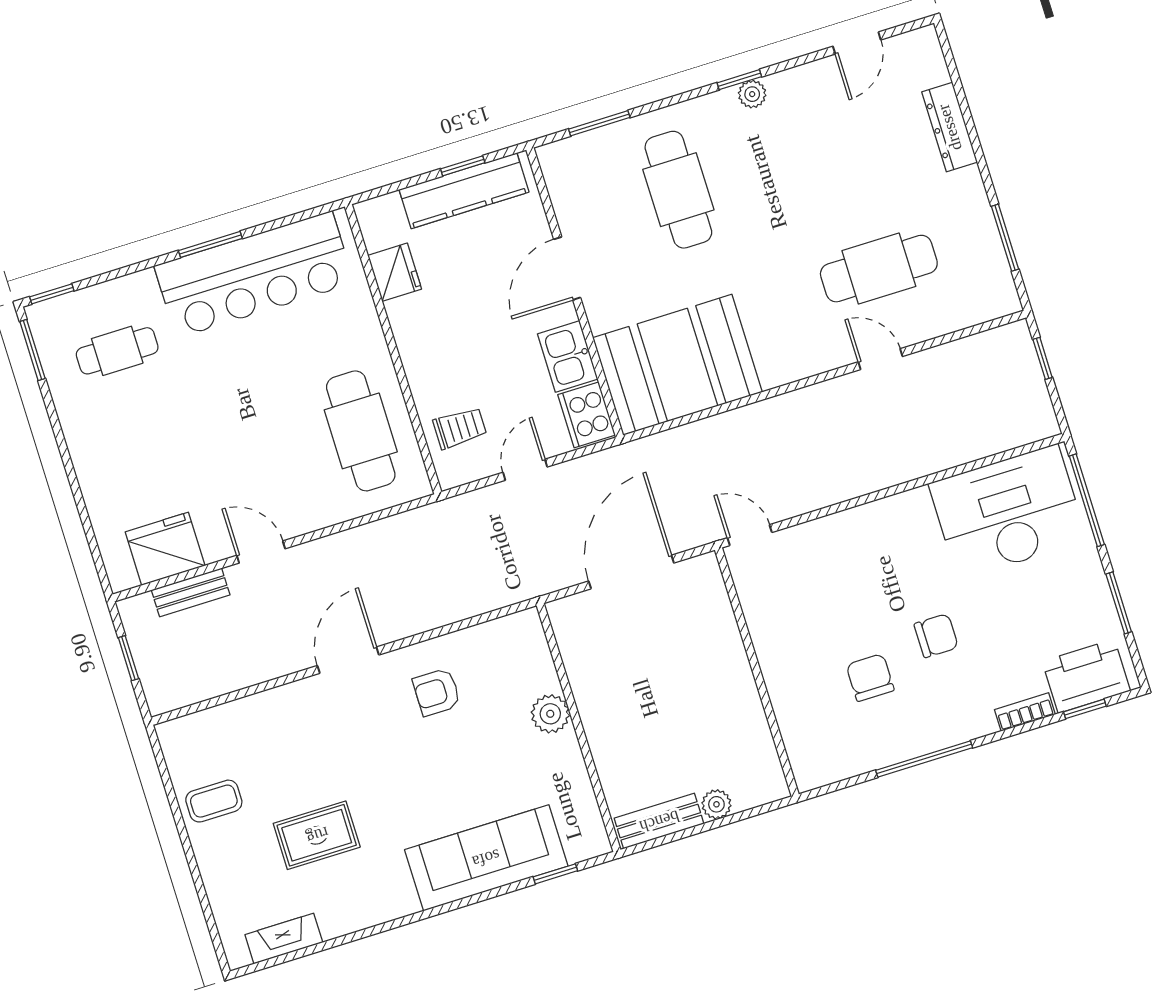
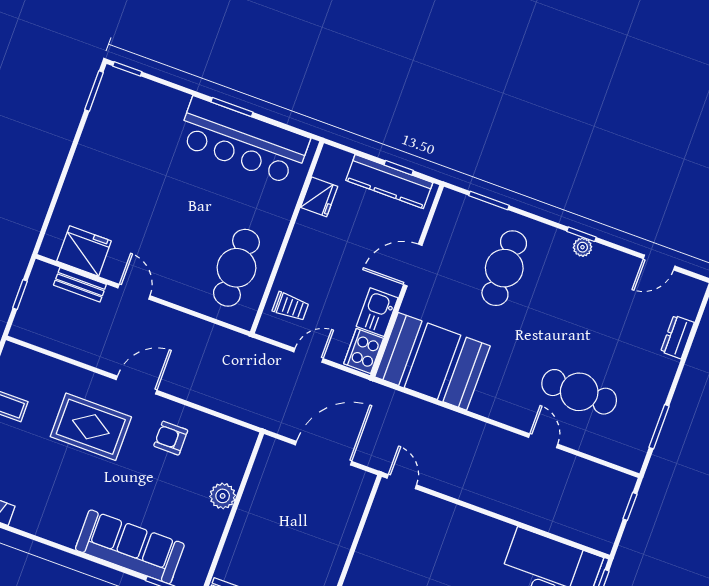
dresser: (950, 127) -> (677, 337), width x0.70
cafe table: (117, 351) -> (139, 126), removed
rug: (317, 835) -> (91, 427), moved, width x1.36, depth x1.43

